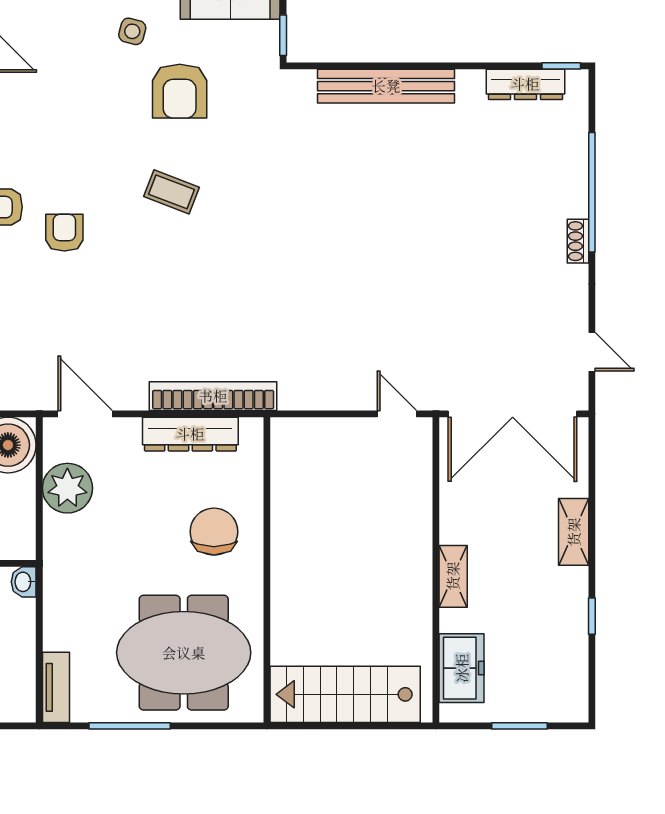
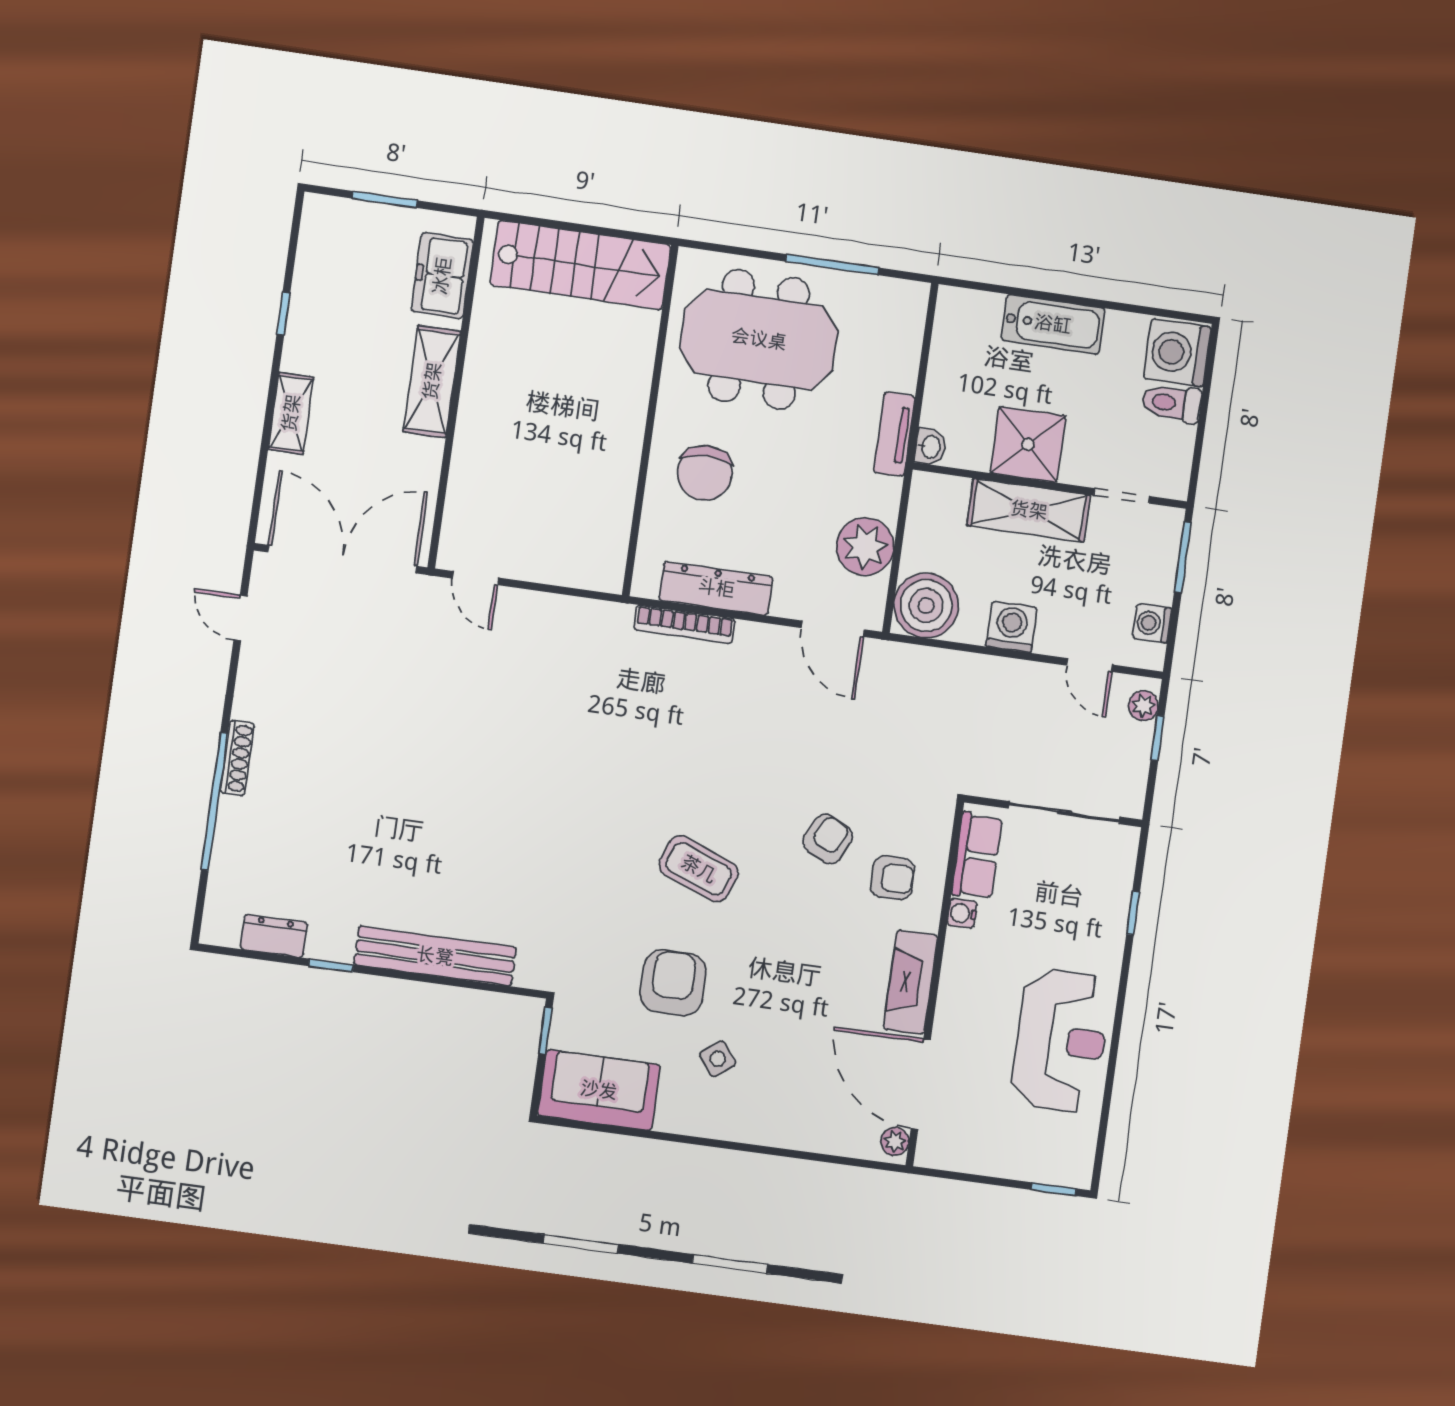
side table: (132, 31) -> (718, 1059), turned 38
window: (561, 66) -> (331, 965), moved
dresser: (525, 84) -> (274, 936), width x0.70
coffee table: (171, 192) -> (699, 869), width x1.36, depth x1.30
armchair: (64, 233) -> (828, 839), turned -153
shoe rack: (578, 241) -> (237, 758), width x1.43
bookcase: (213, 396) -> (684, 624), width x0.68, depth x0.76
shelving: (453, 576) -> (432, 381), width x1.50, depth x1.33
tv unit: (56, 687) -> (894, 434), moved

